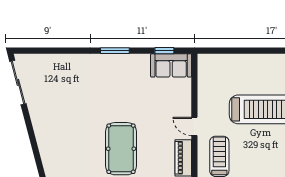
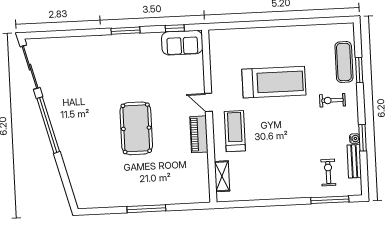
window: (33, 141) -> (48, 125), added

